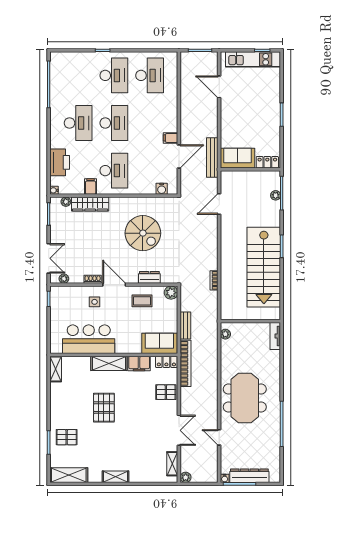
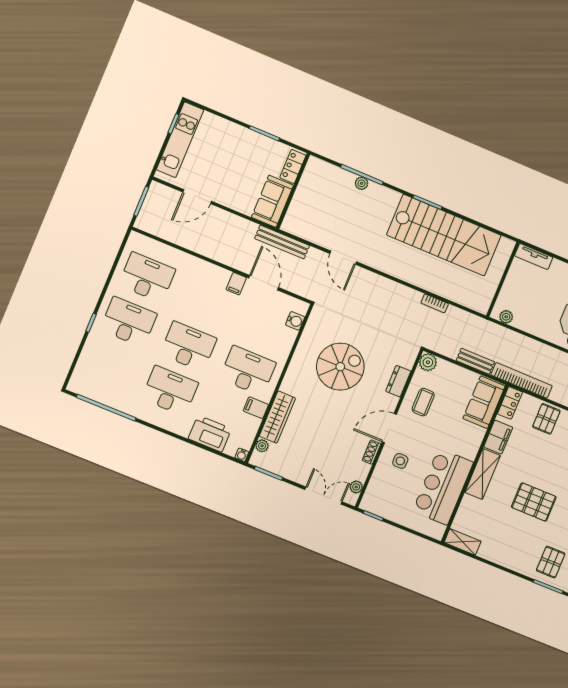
sofa: (238, 158) -> (272, 201), moved
locker: (267, 162) -> (293, 166), moved
wall: (250, 169) -> (293, 191), moved

